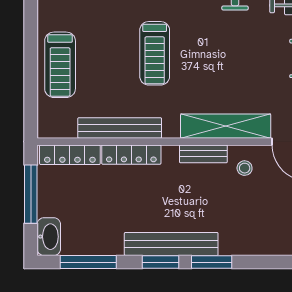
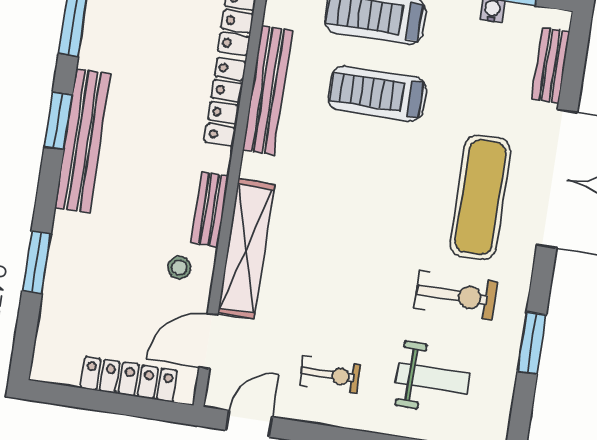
treadmill: (155, 53) -> (377, 94), moved
window: (212, 262) -> (37, 262), moved

